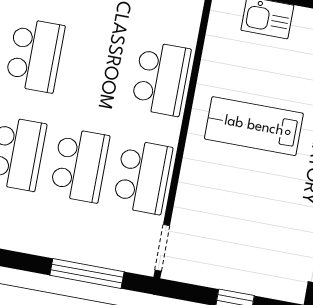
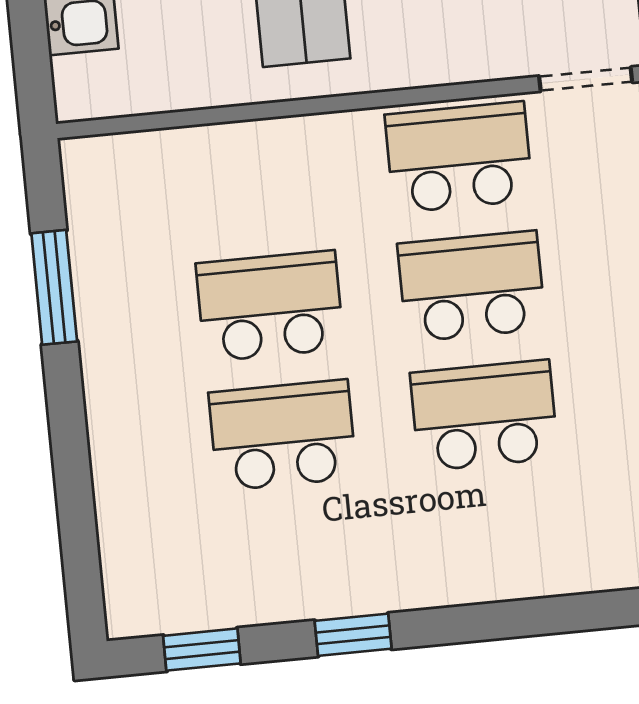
school desk: (161, 79) -> (270, 306), moved

